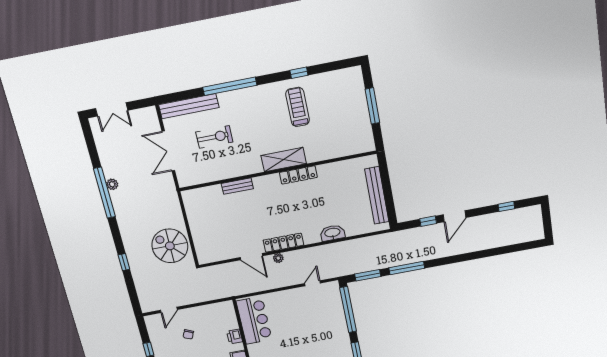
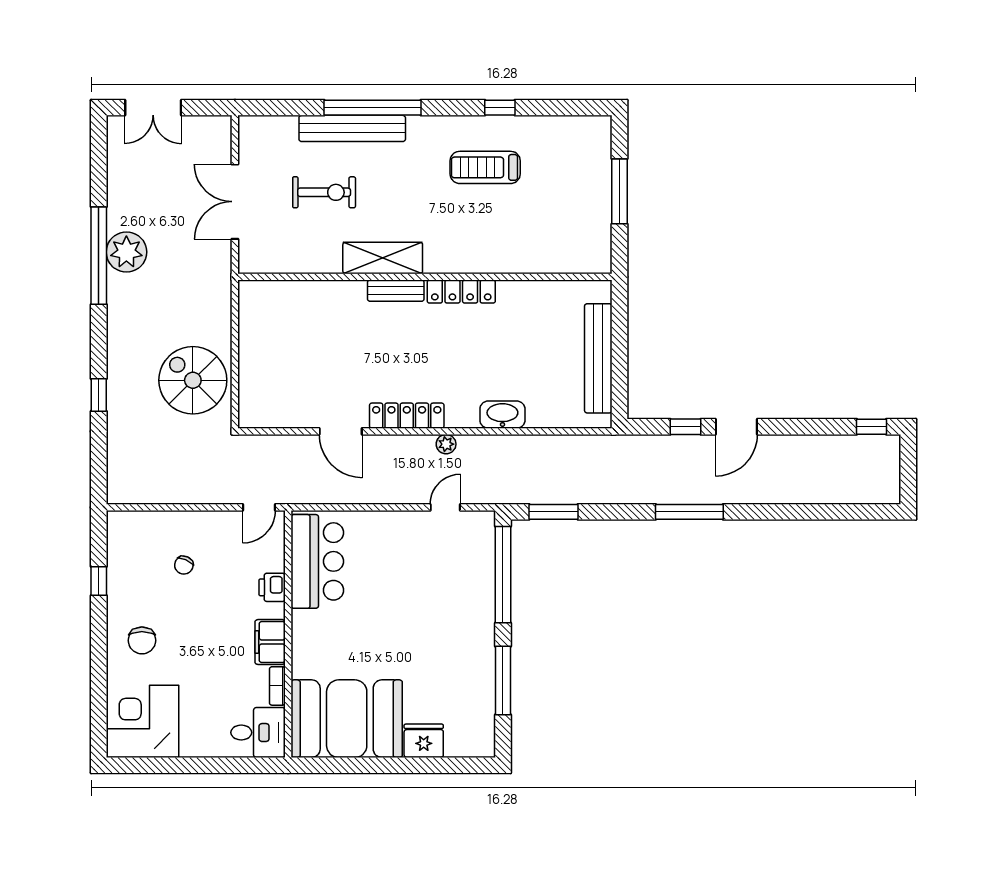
bench: (189, 106) -> (352, 128), moved
treadmill: (298, 107) -> (485, 167), turned -90
shelving: (284, 160) -> (383, 258), moved
plant: (112, 184) -> (126, 252), width x1.87, depth x1.87
bench: (237, 186) -> (396, 291), moved
window: (506, 206) -> (871, 427), moved
plant: (278, 258) -> (446, 444), moved
window: (407, 268) -> (689, 512), moved
door: (169, 310) -> (259, 507), moved

